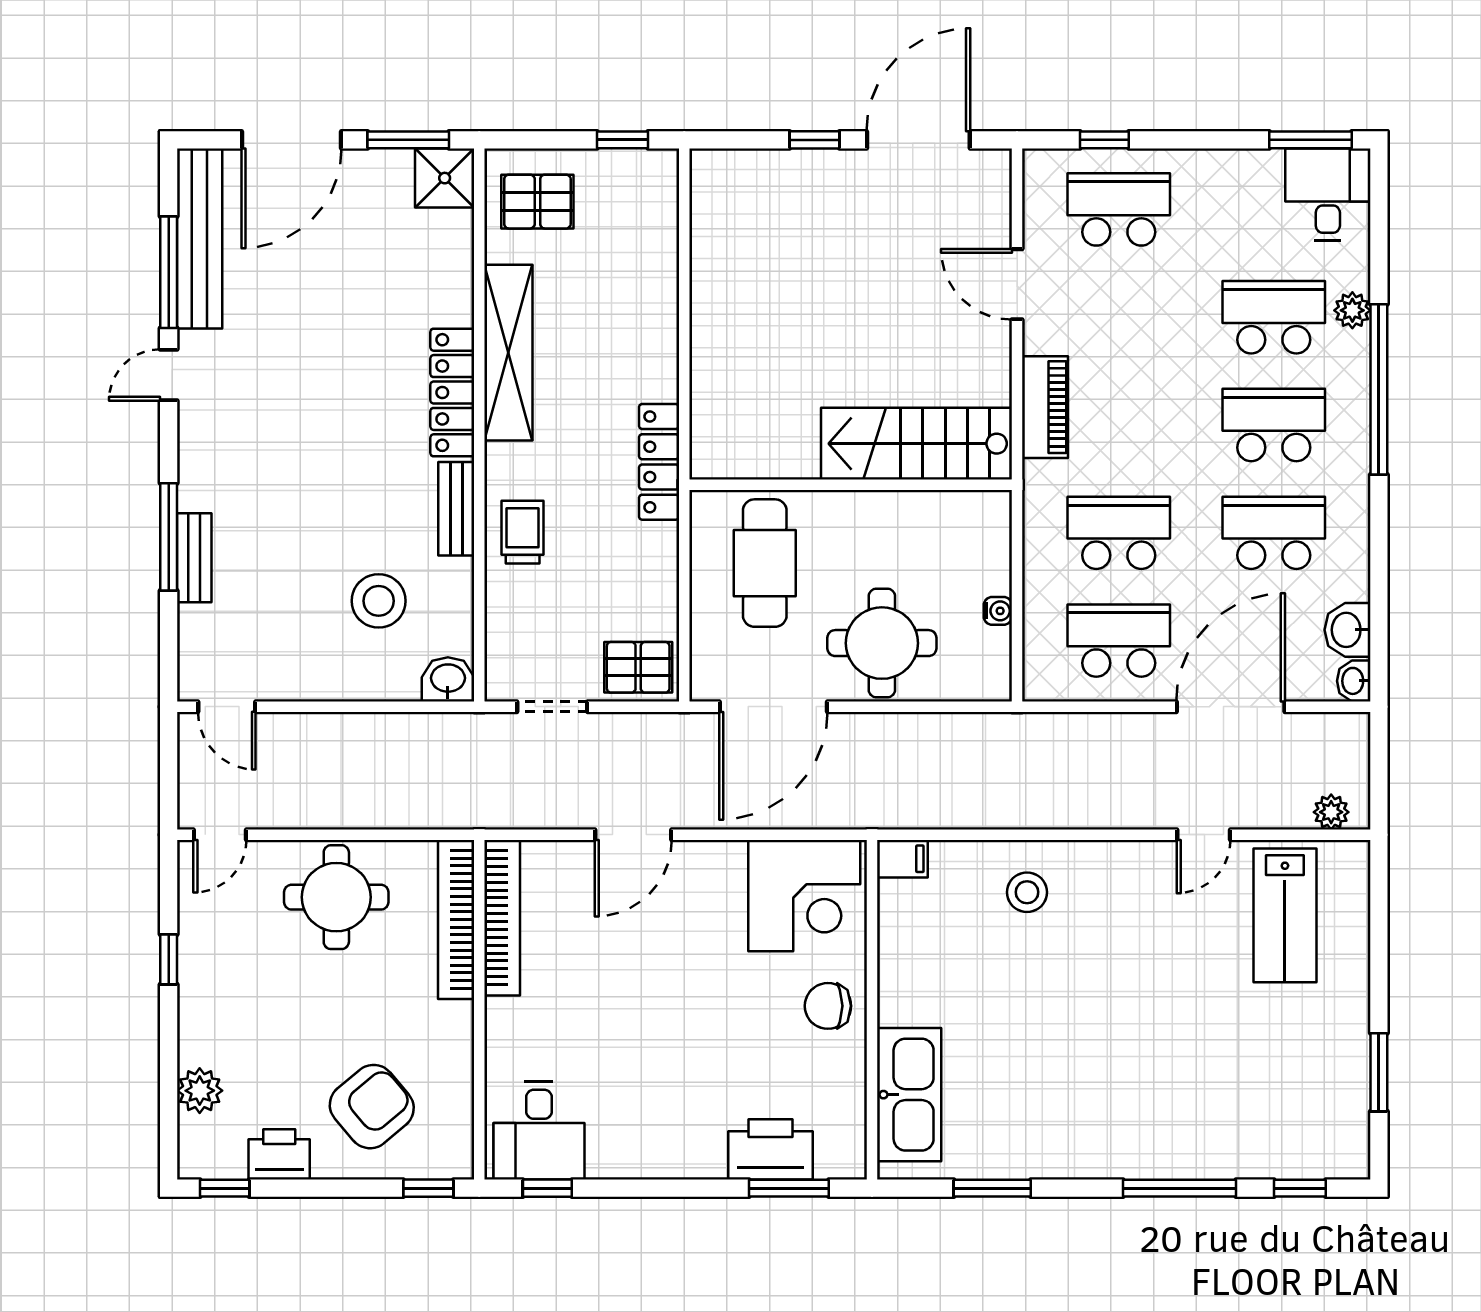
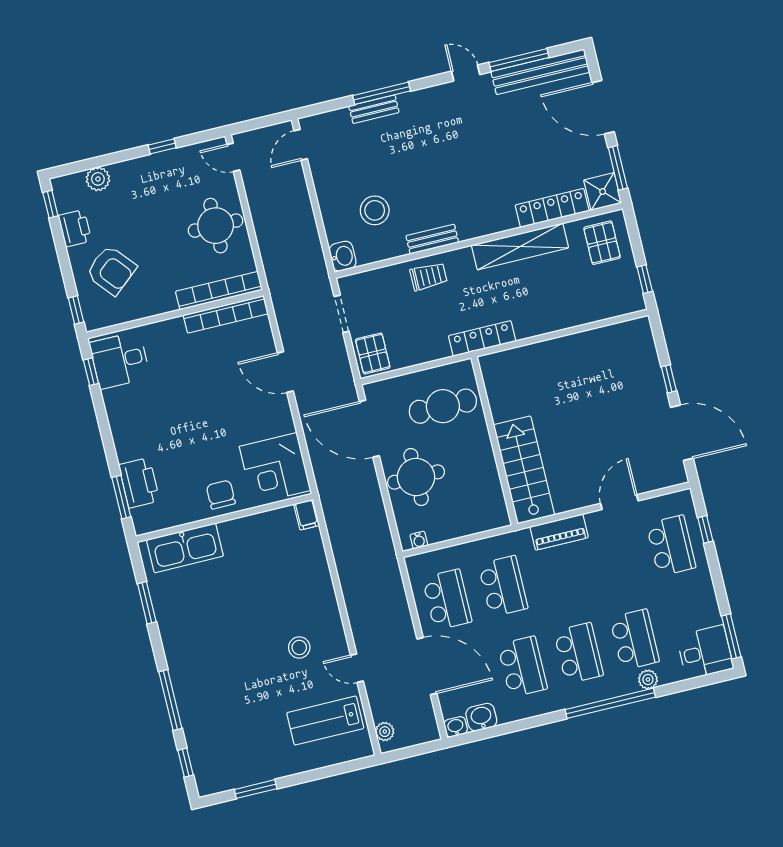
locker: (452, 393) -> (552, 208), moved
water cooler: (998, 611) -> (419, 540), moved
stool: (1027, 892) -> (299, 647), moved

